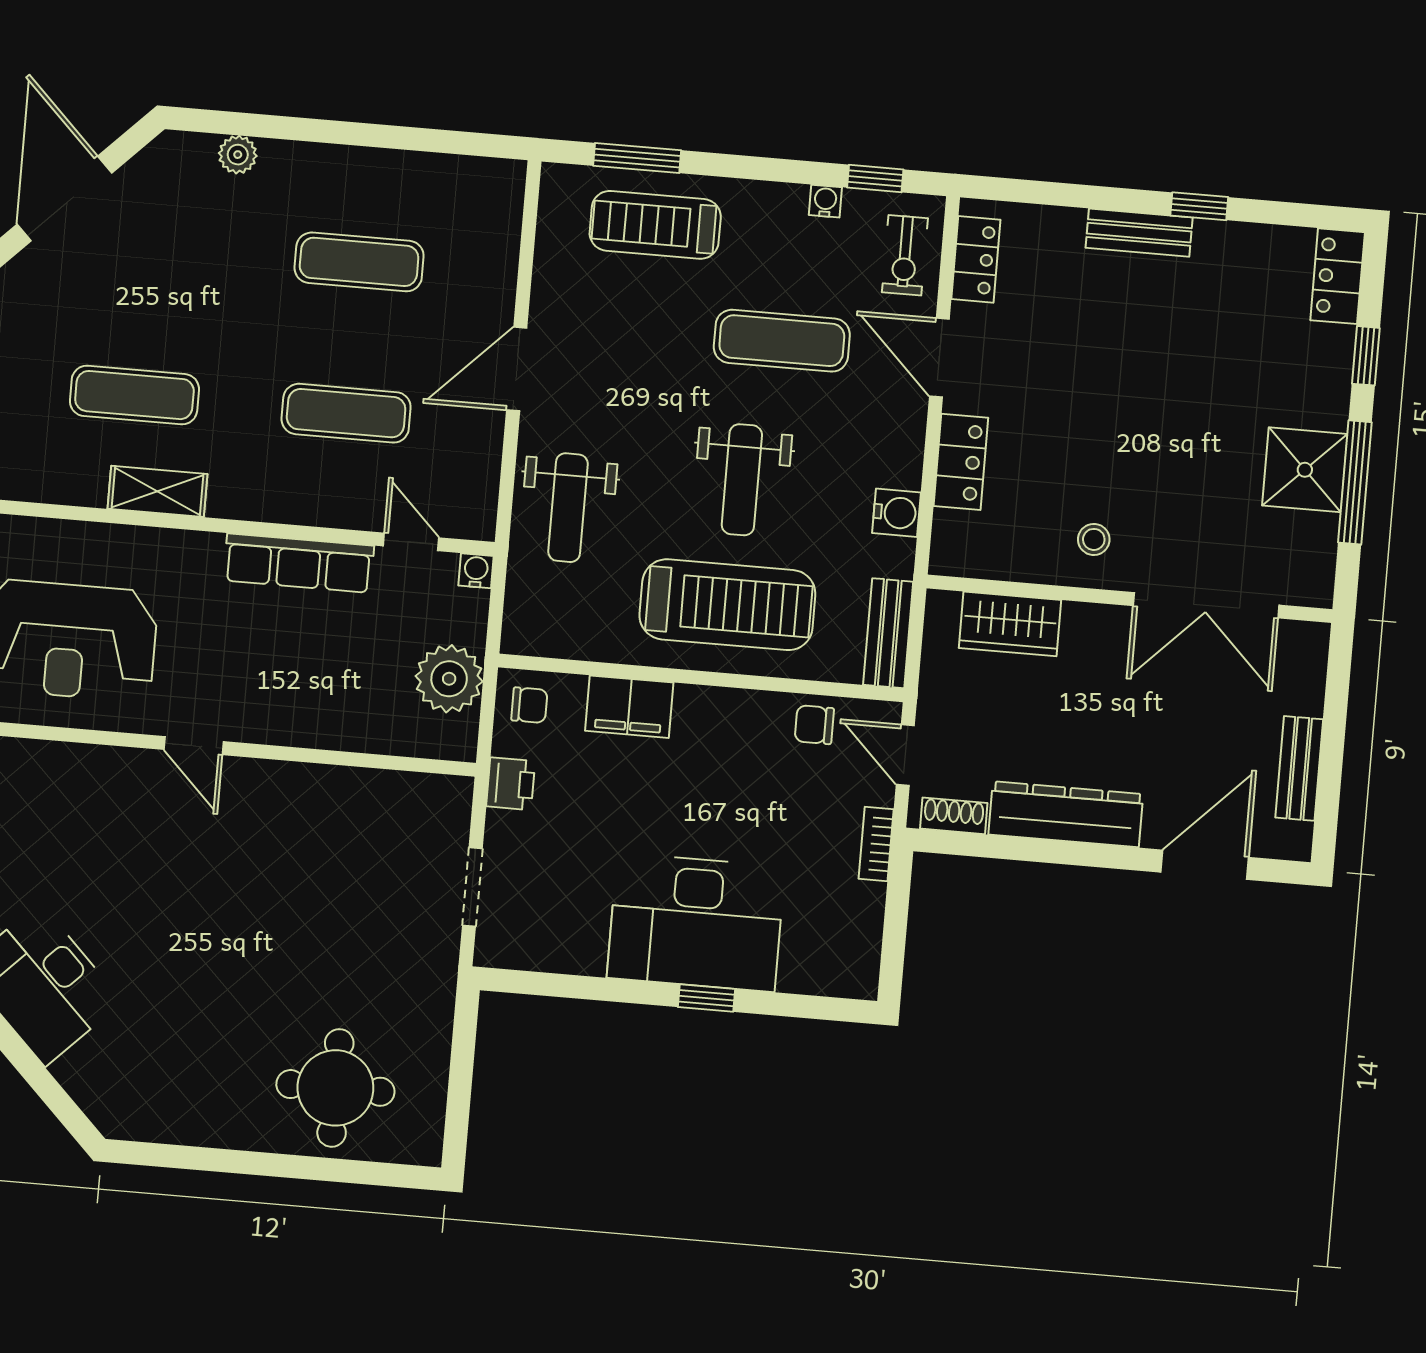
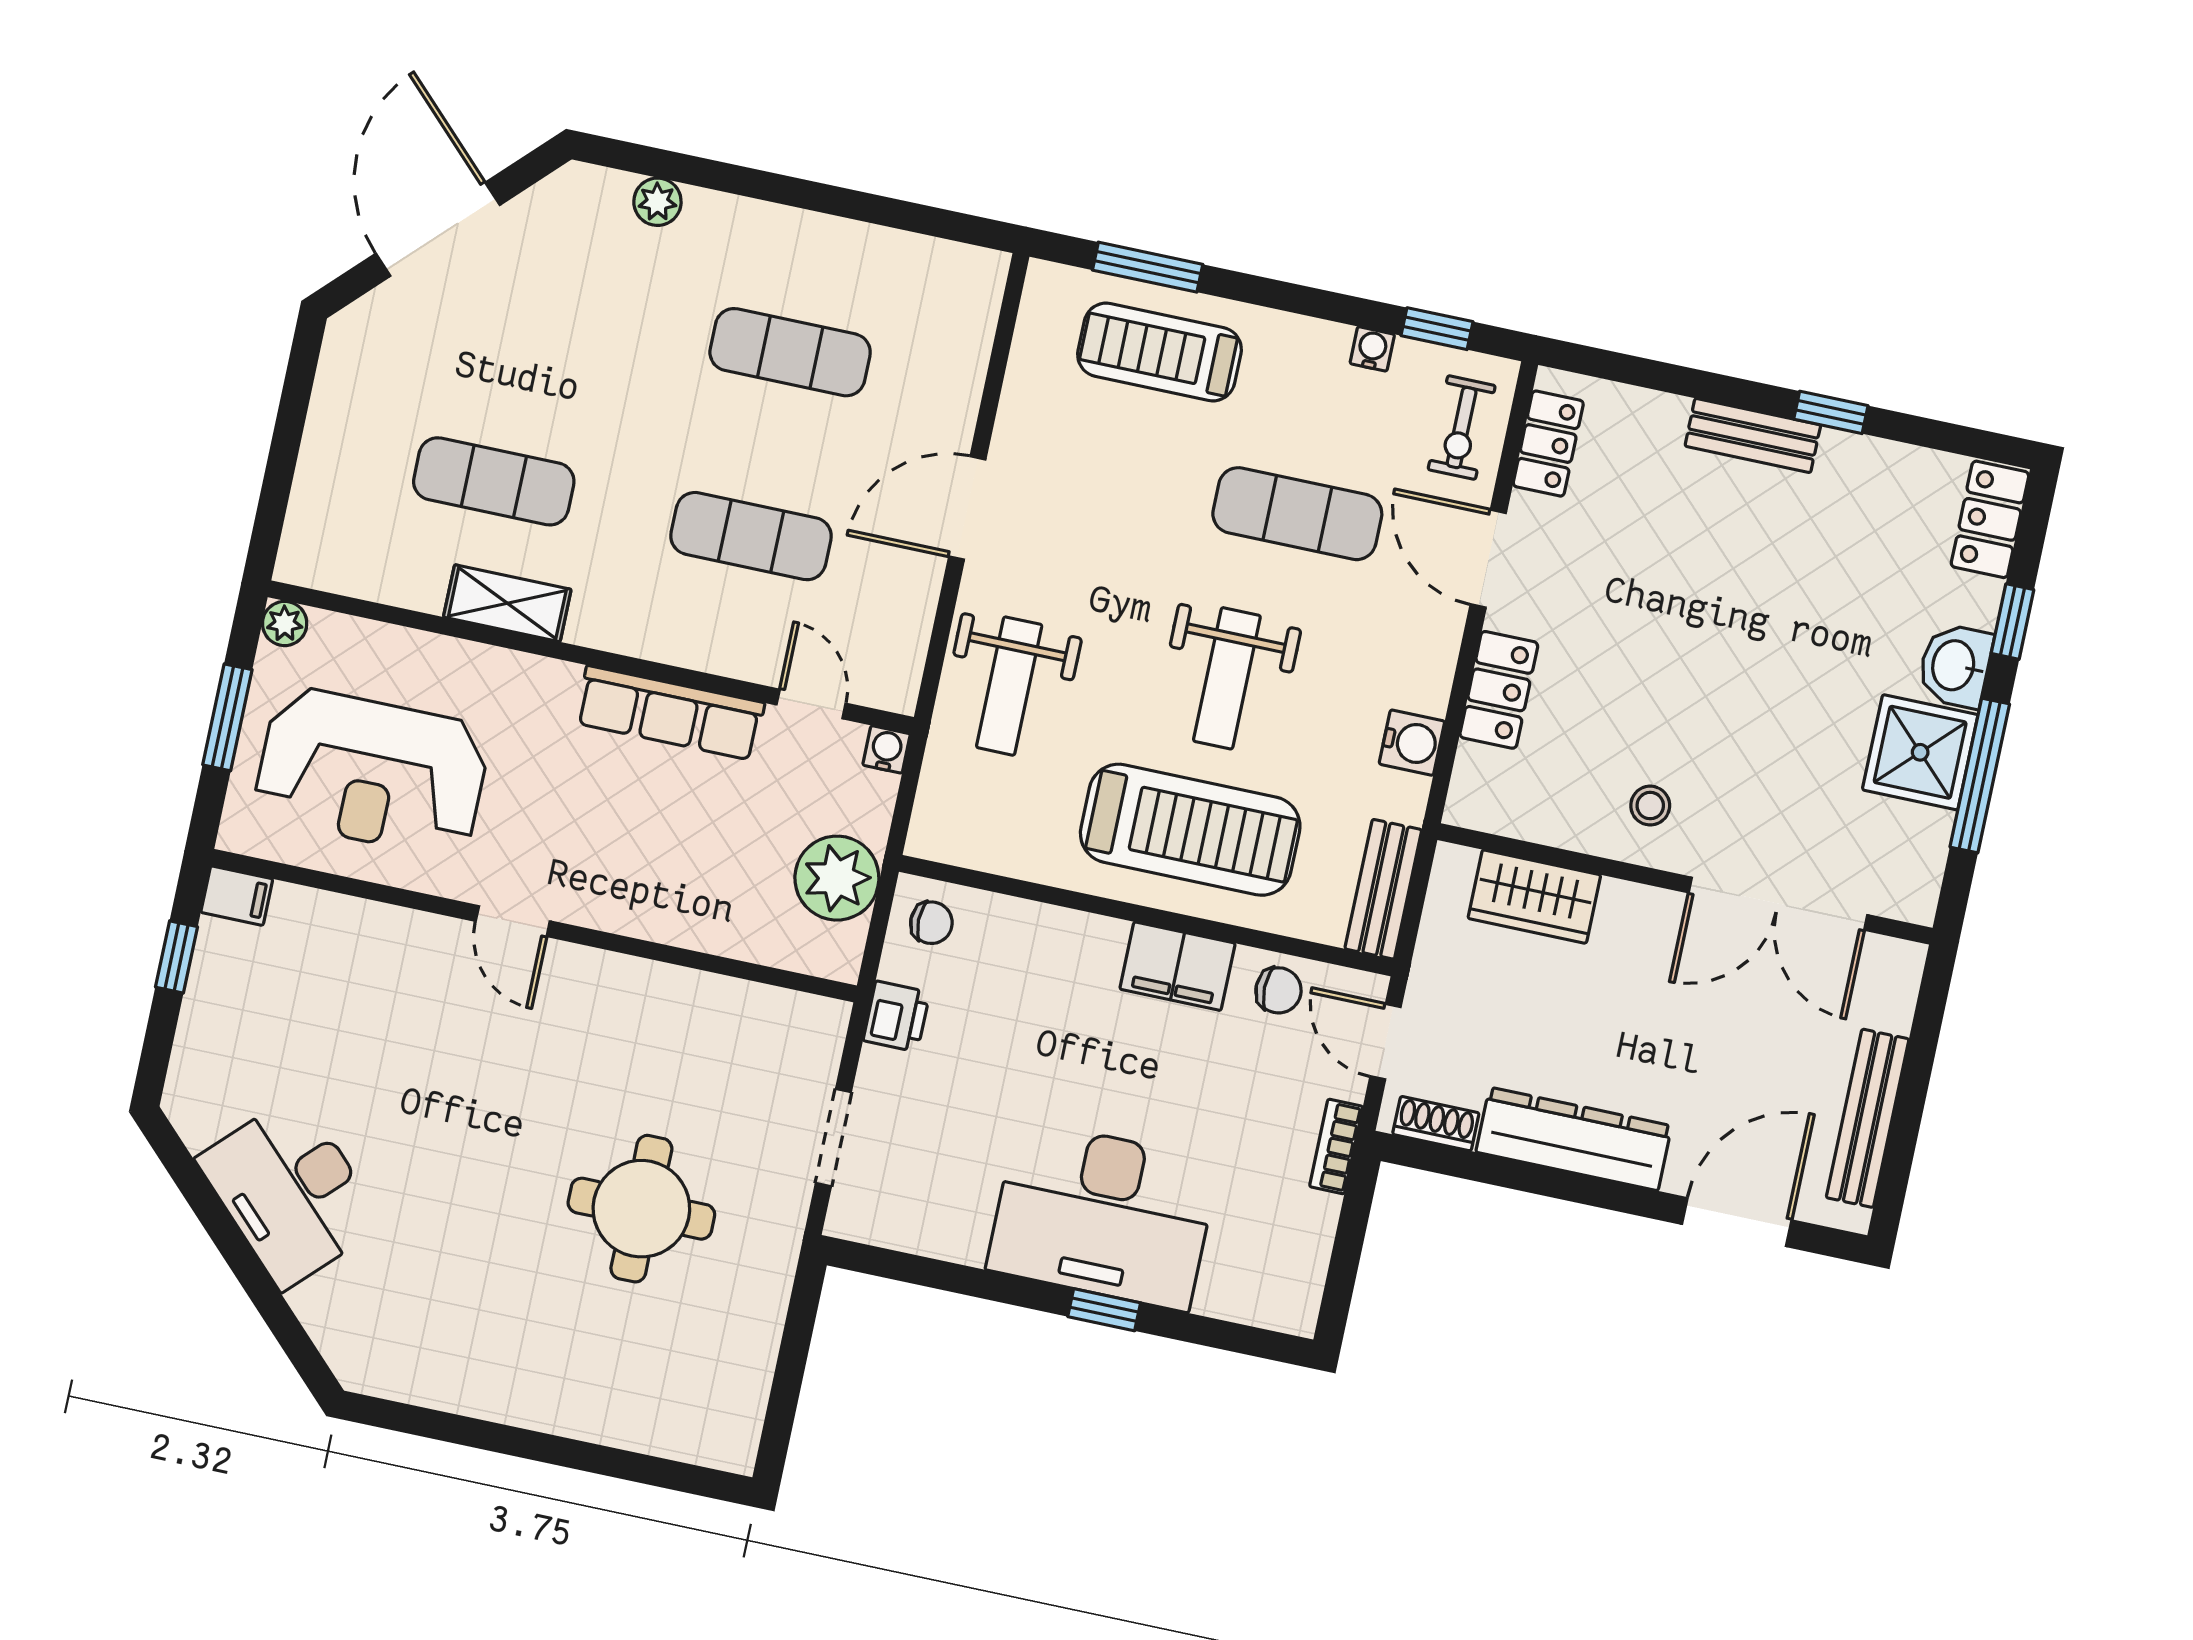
washbasin: (1324, 397) -> (1955, 666), added
filing cabinet: (629, 707) -> (1177, 966), moved
chair: (814, 725) -> (1278, 990), turned 180
bench: (1299, 768) -> (1868, 1118), width x1.36
round table: (335, 1088) -> (641, 1209), moved

